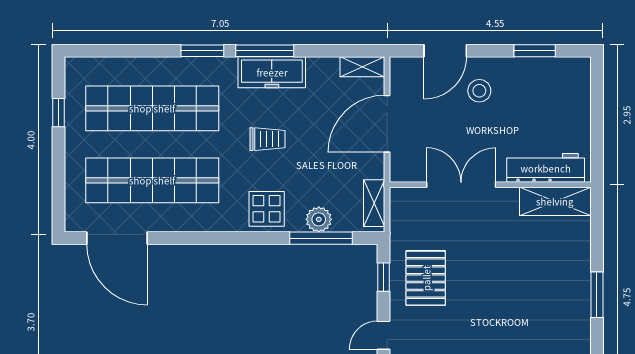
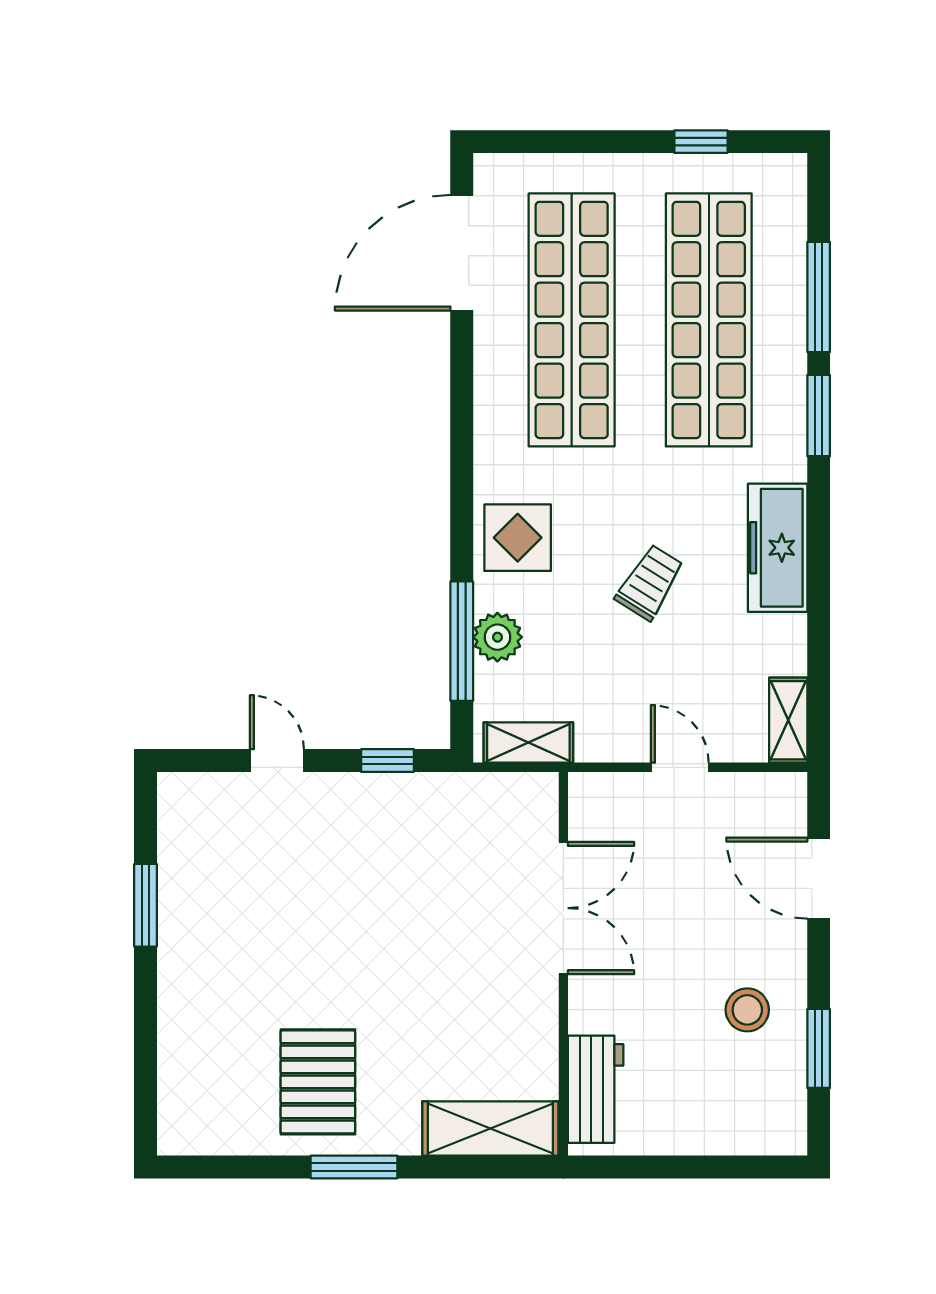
window: (265, 51) -> (819, 297), moved
stool: (479, 91) -> (747, 1010), moved
door: (387, 124) -> (680, 767), width x0.53
trolley: (267, 139) -> (650, 582), moved, turned -148
workbench: (546, 168) -> (596, 1089), width x0.73
shelving: (555, 201) -> (490, 1129), moved, turned 90
pallet: (426, 278) -> (318, 1082), moved, turned 90

